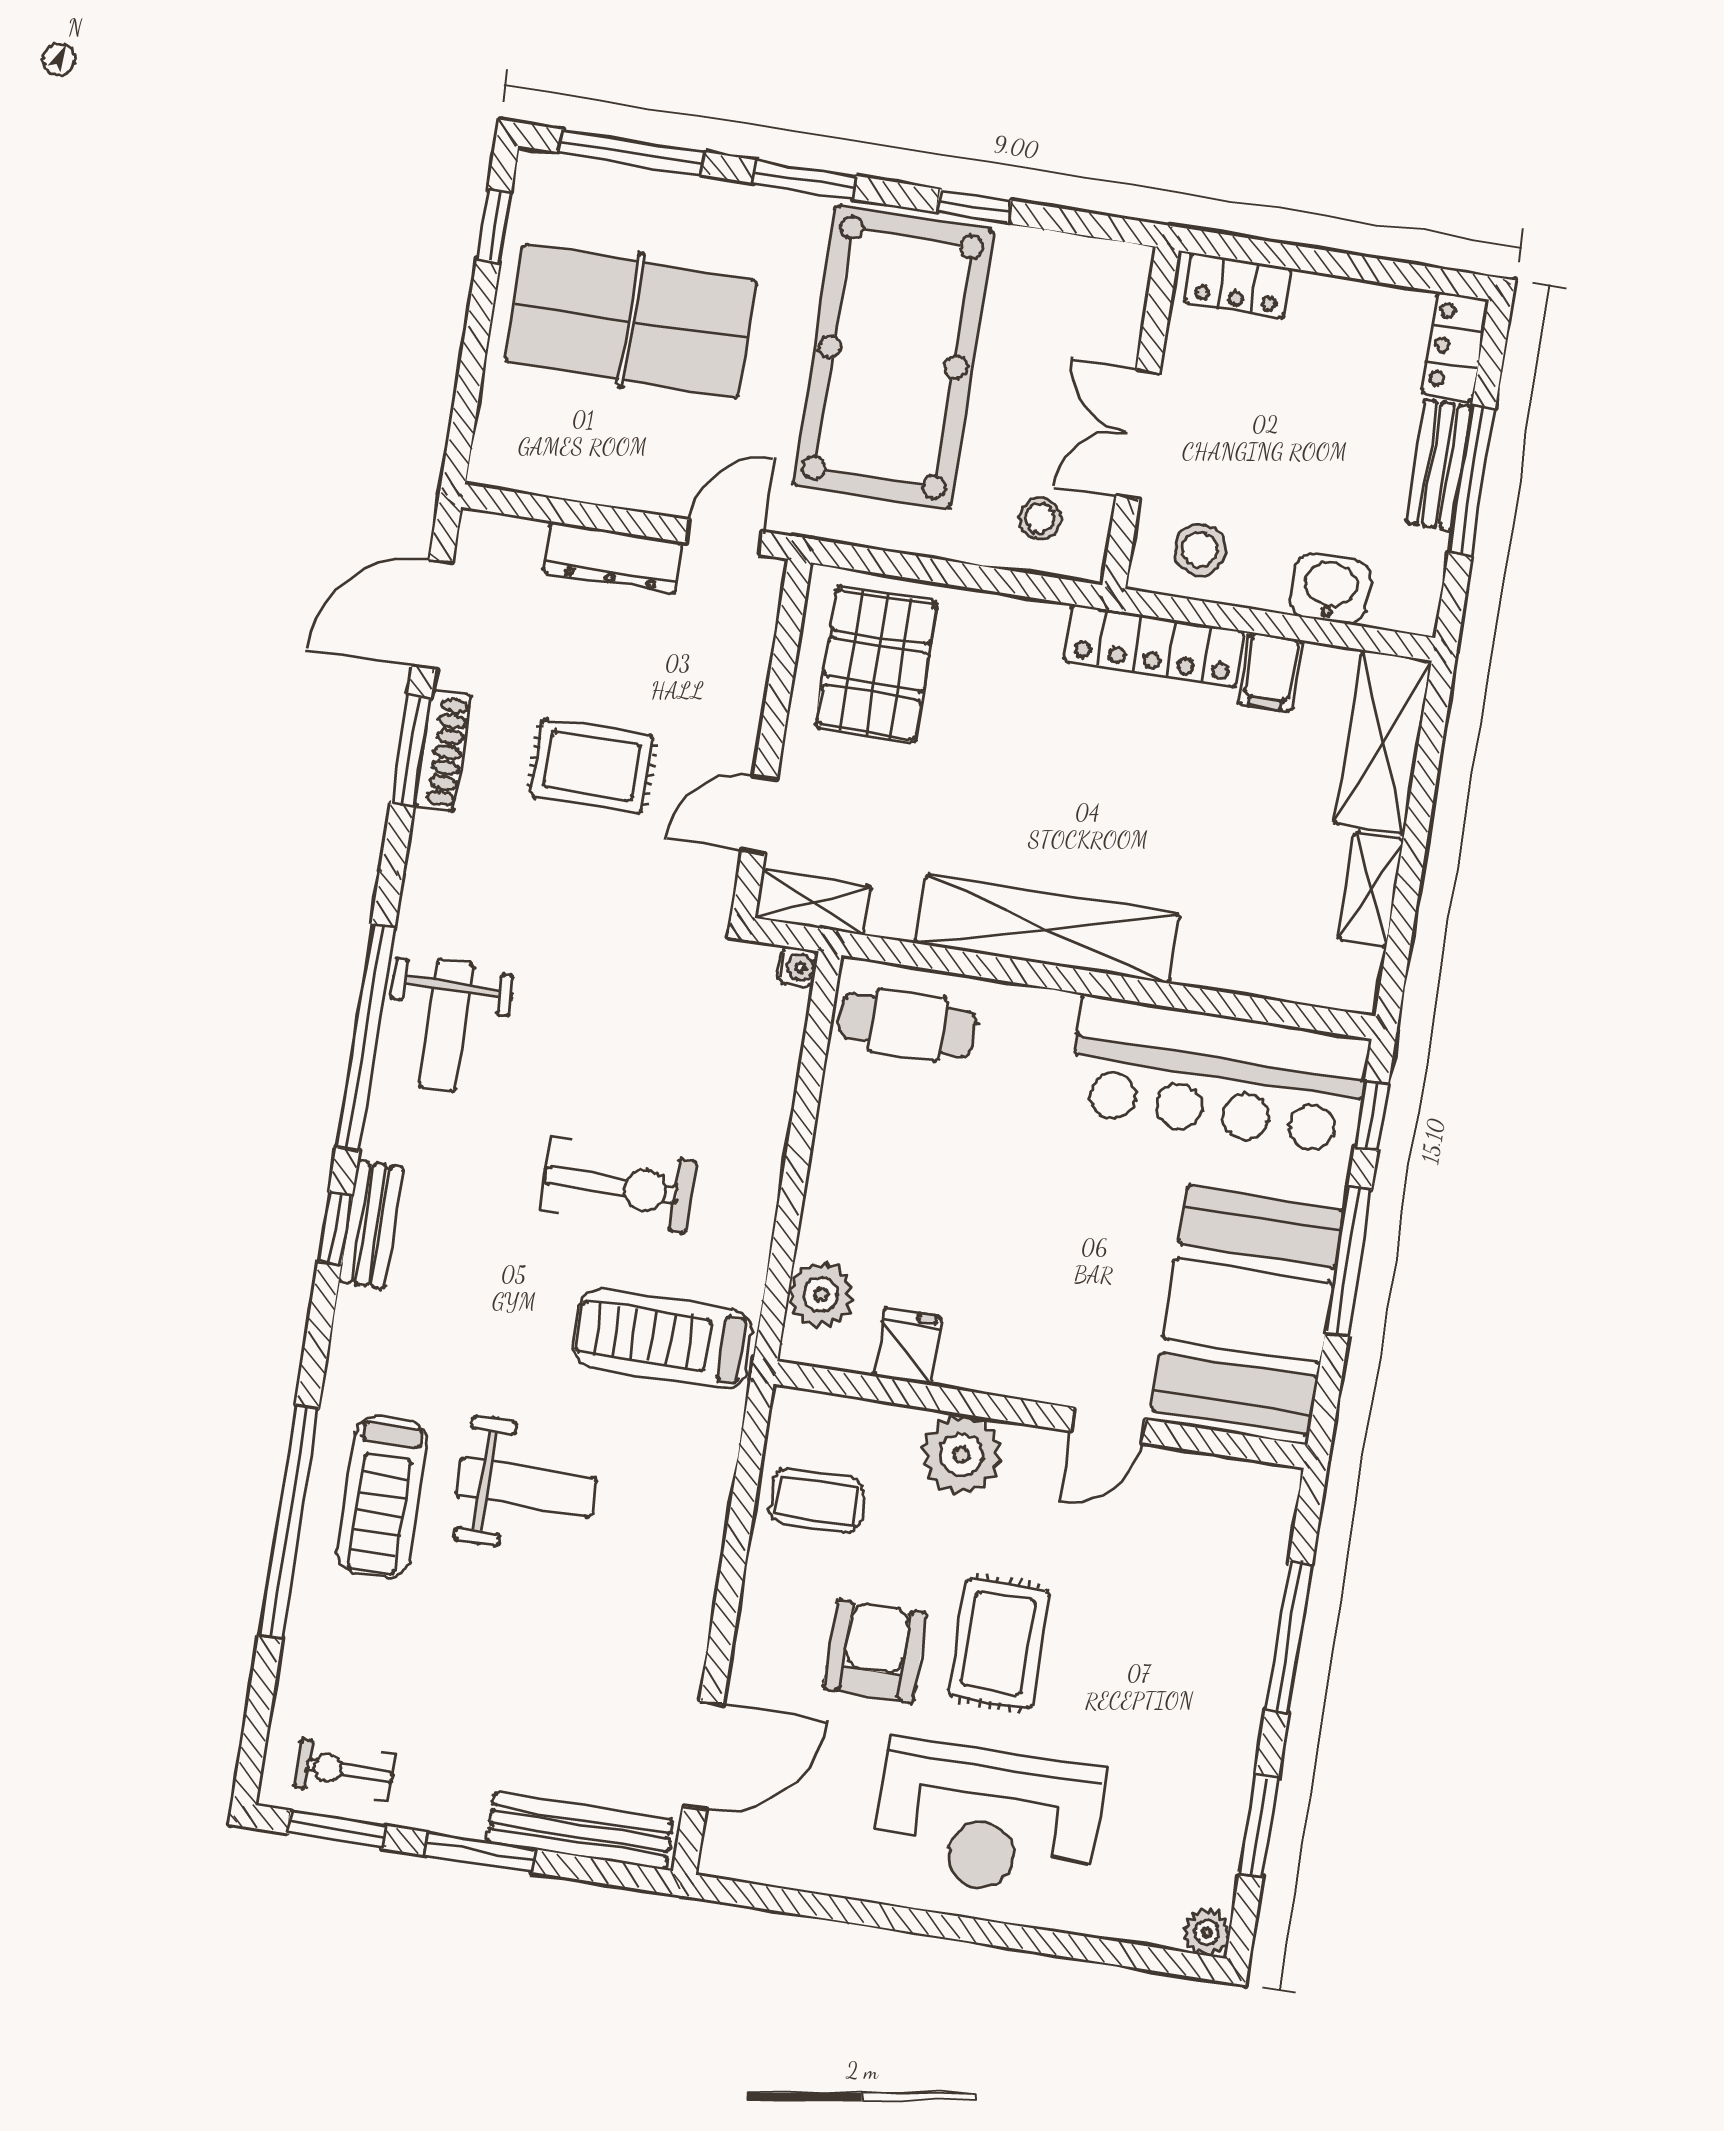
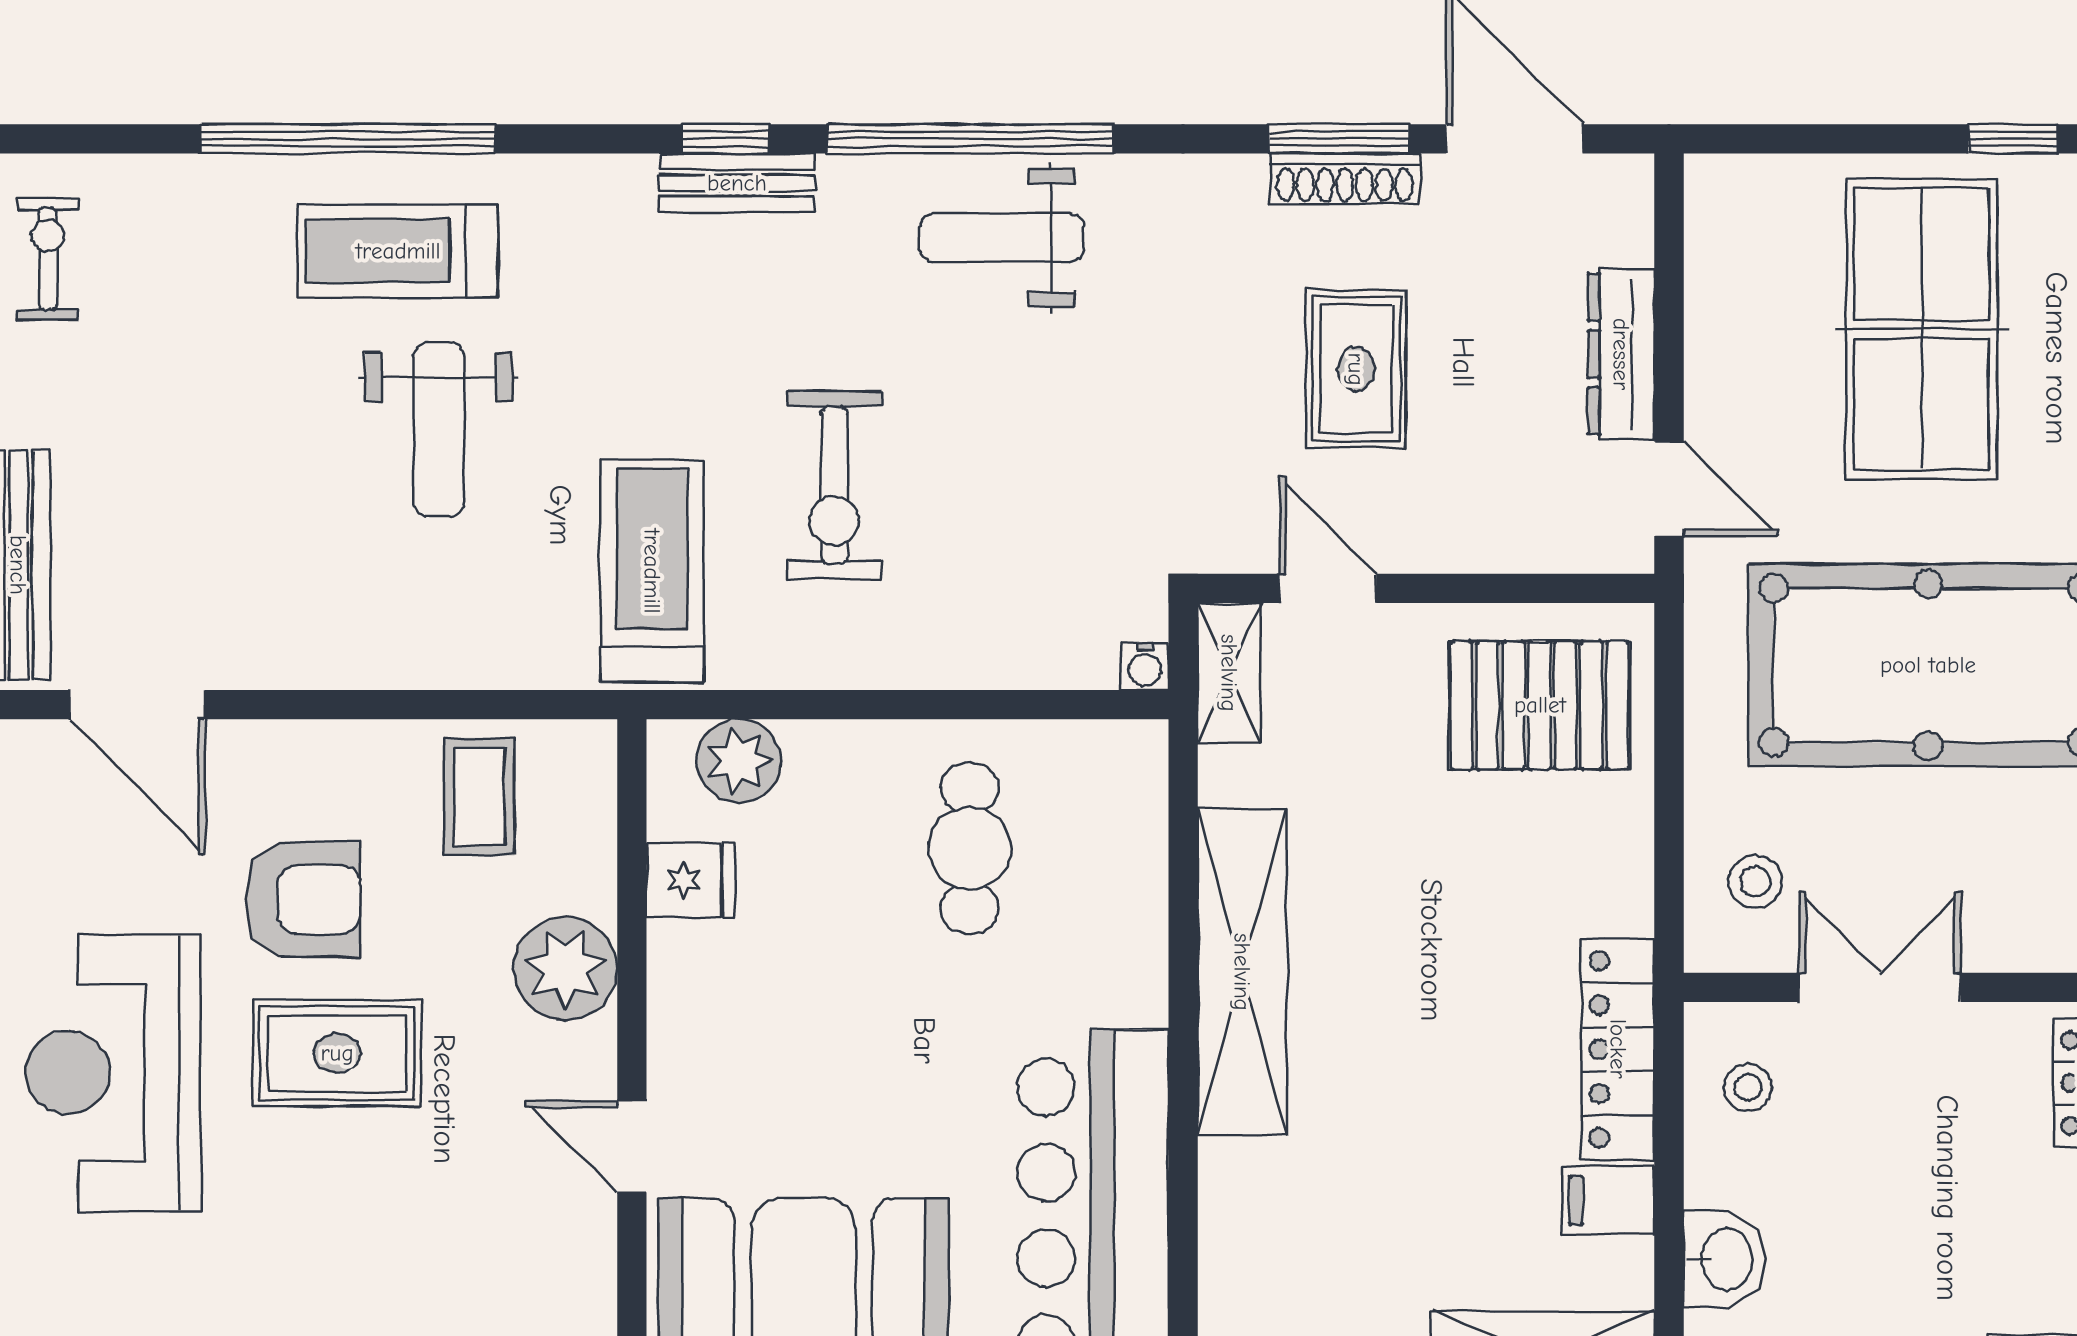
stool: (1200, 550) -> (1748, 1088), width x0.73, depth x0.73
cafe table: (908, 1025) -> (970, 848), moved

